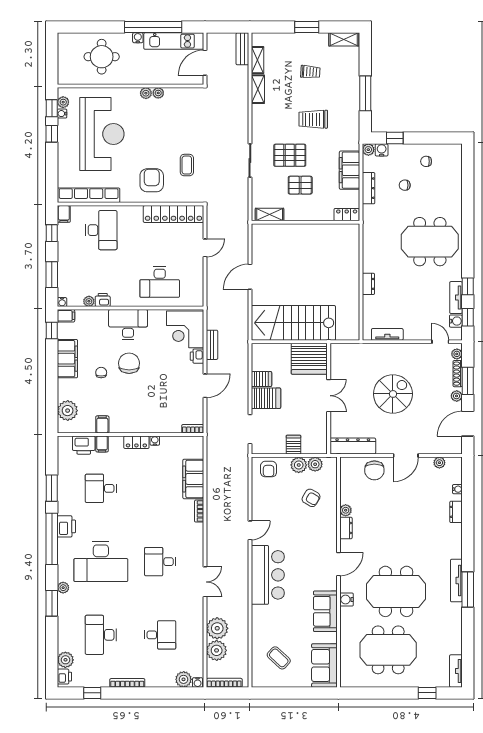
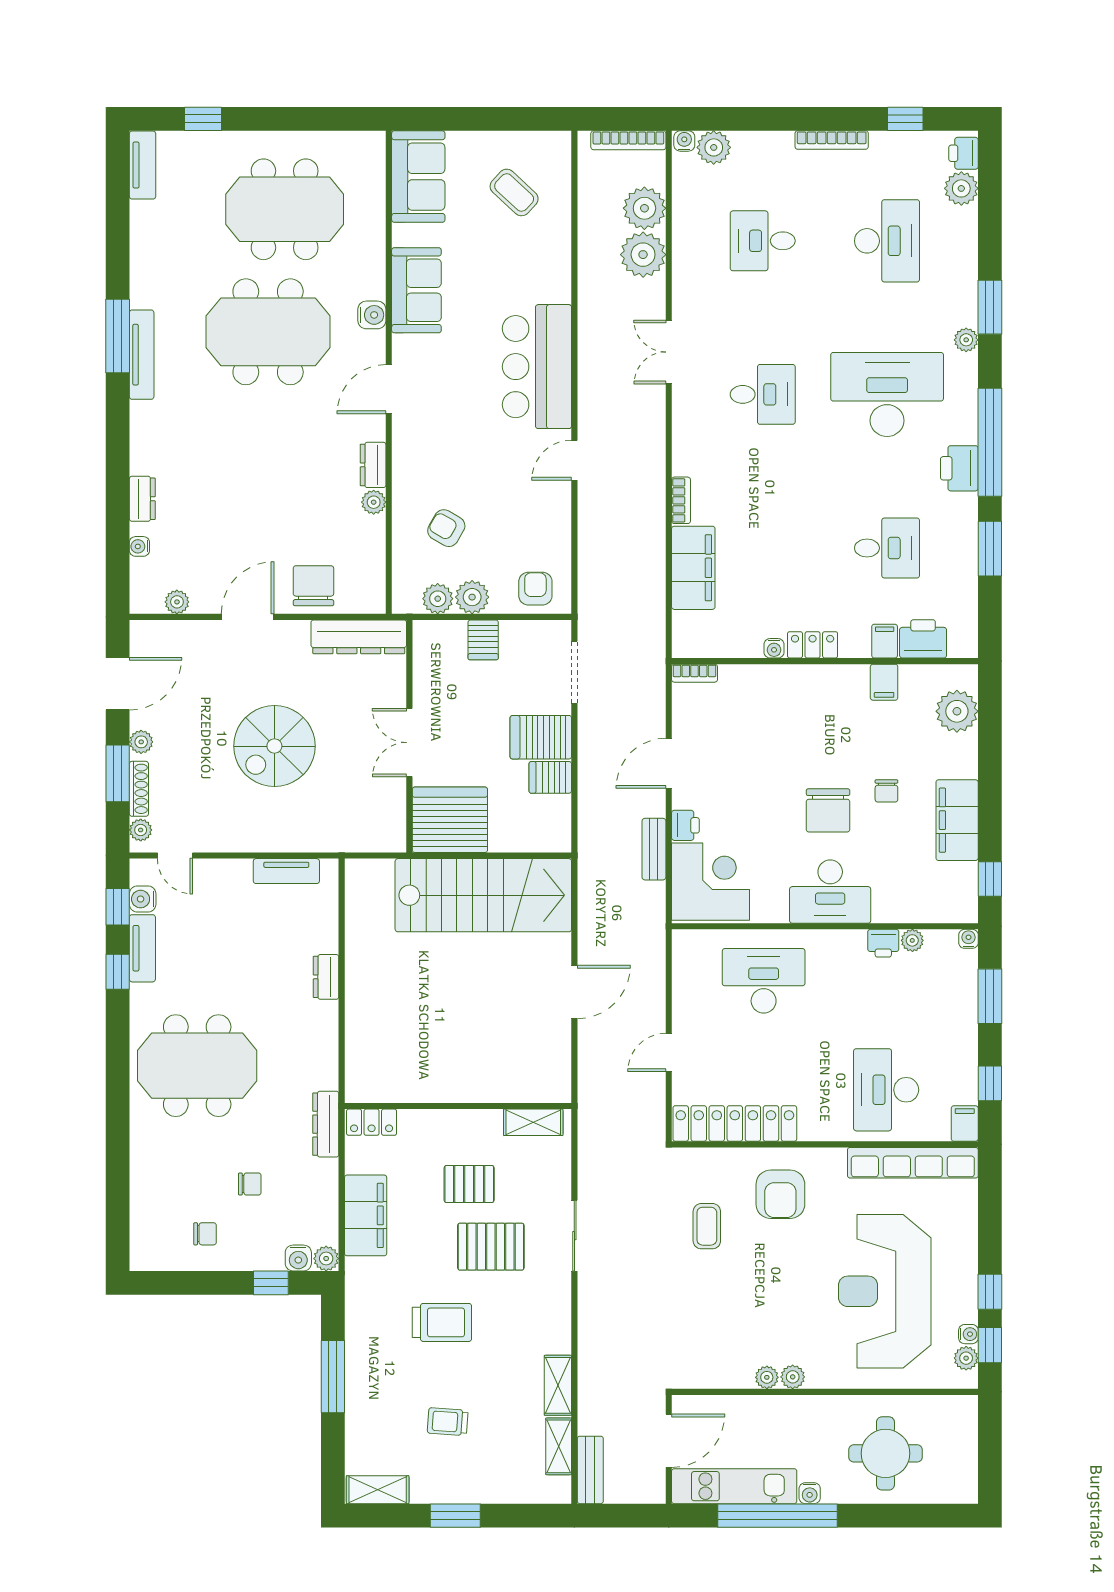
dresser: (369, 188) -> (326, 1124), moved
filing cabinet: (66, 316) -> (960, 910), removed

